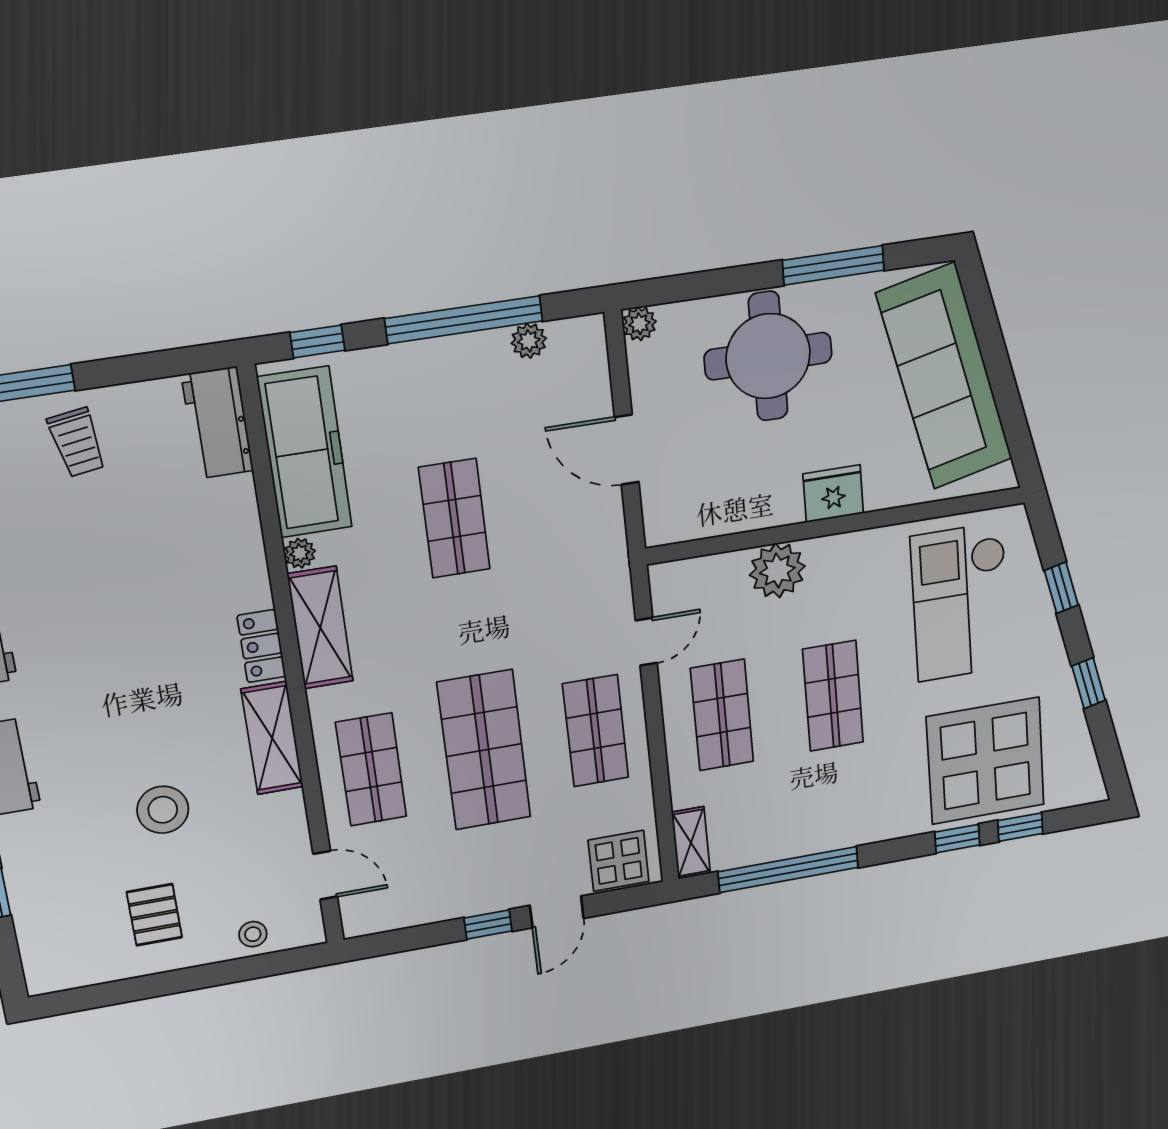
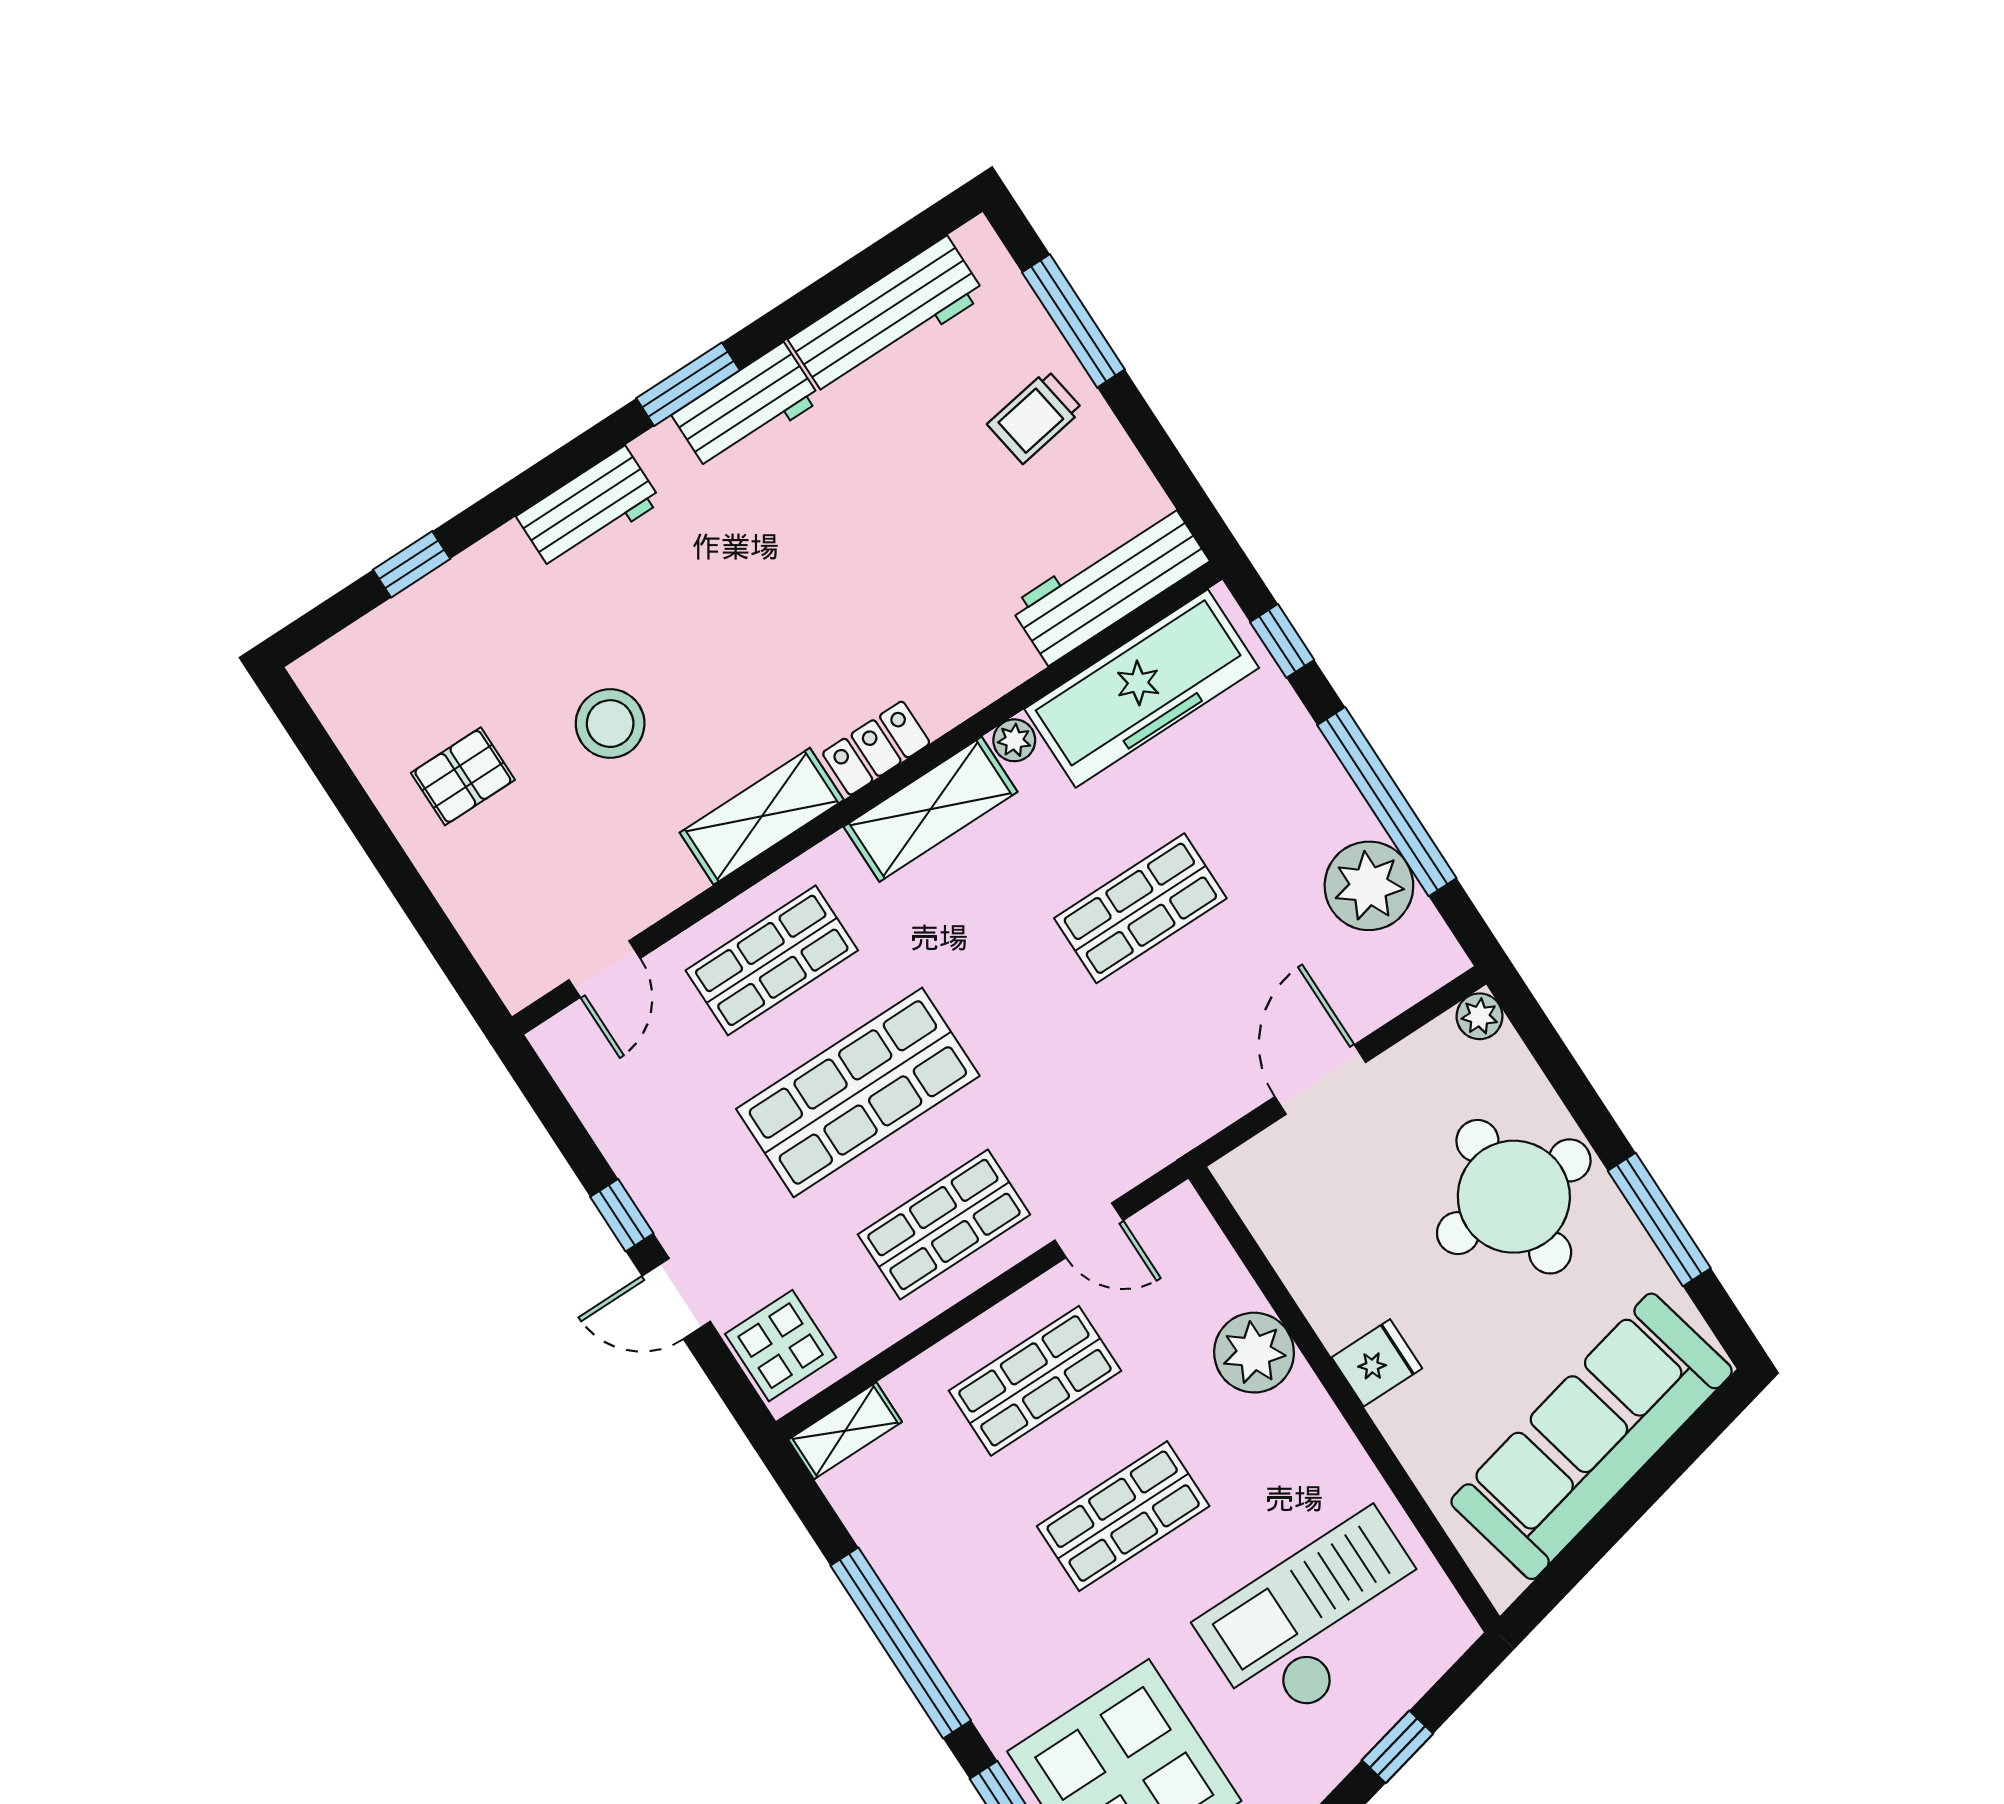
plant: (529, 341) -> (1369, 886), width x1.87, depth x1.87
workbench: (217, 423) -> (1110, 583), width x1.38
fridge: (833, 494) -> (1377, 1363), width x0.72
window: (788, 869) -> (901, 1643), moved
stool: (253, 934) -> (486, 914), removed

